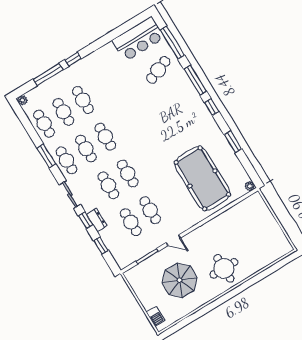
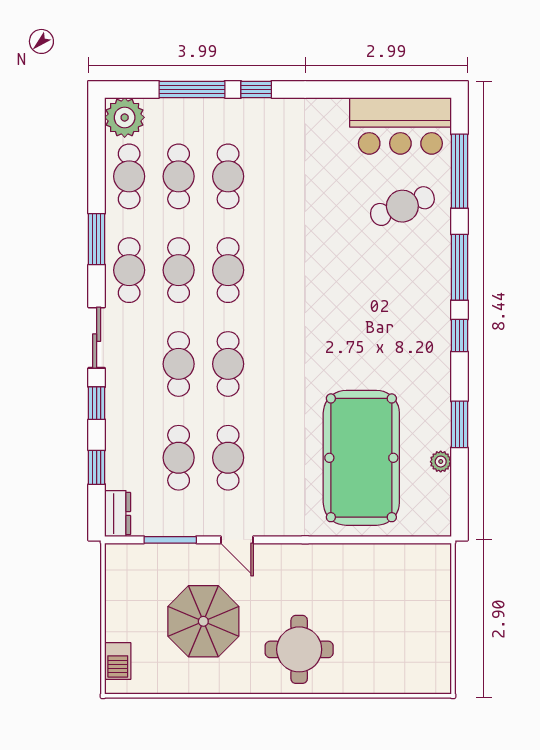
plant: (22, 100) -> (125, 117), width x1.87, depth x1.87
plant: (250, 186) -> (441, 462), moved
dresser: (97, 220) -> (118, 514), moved

